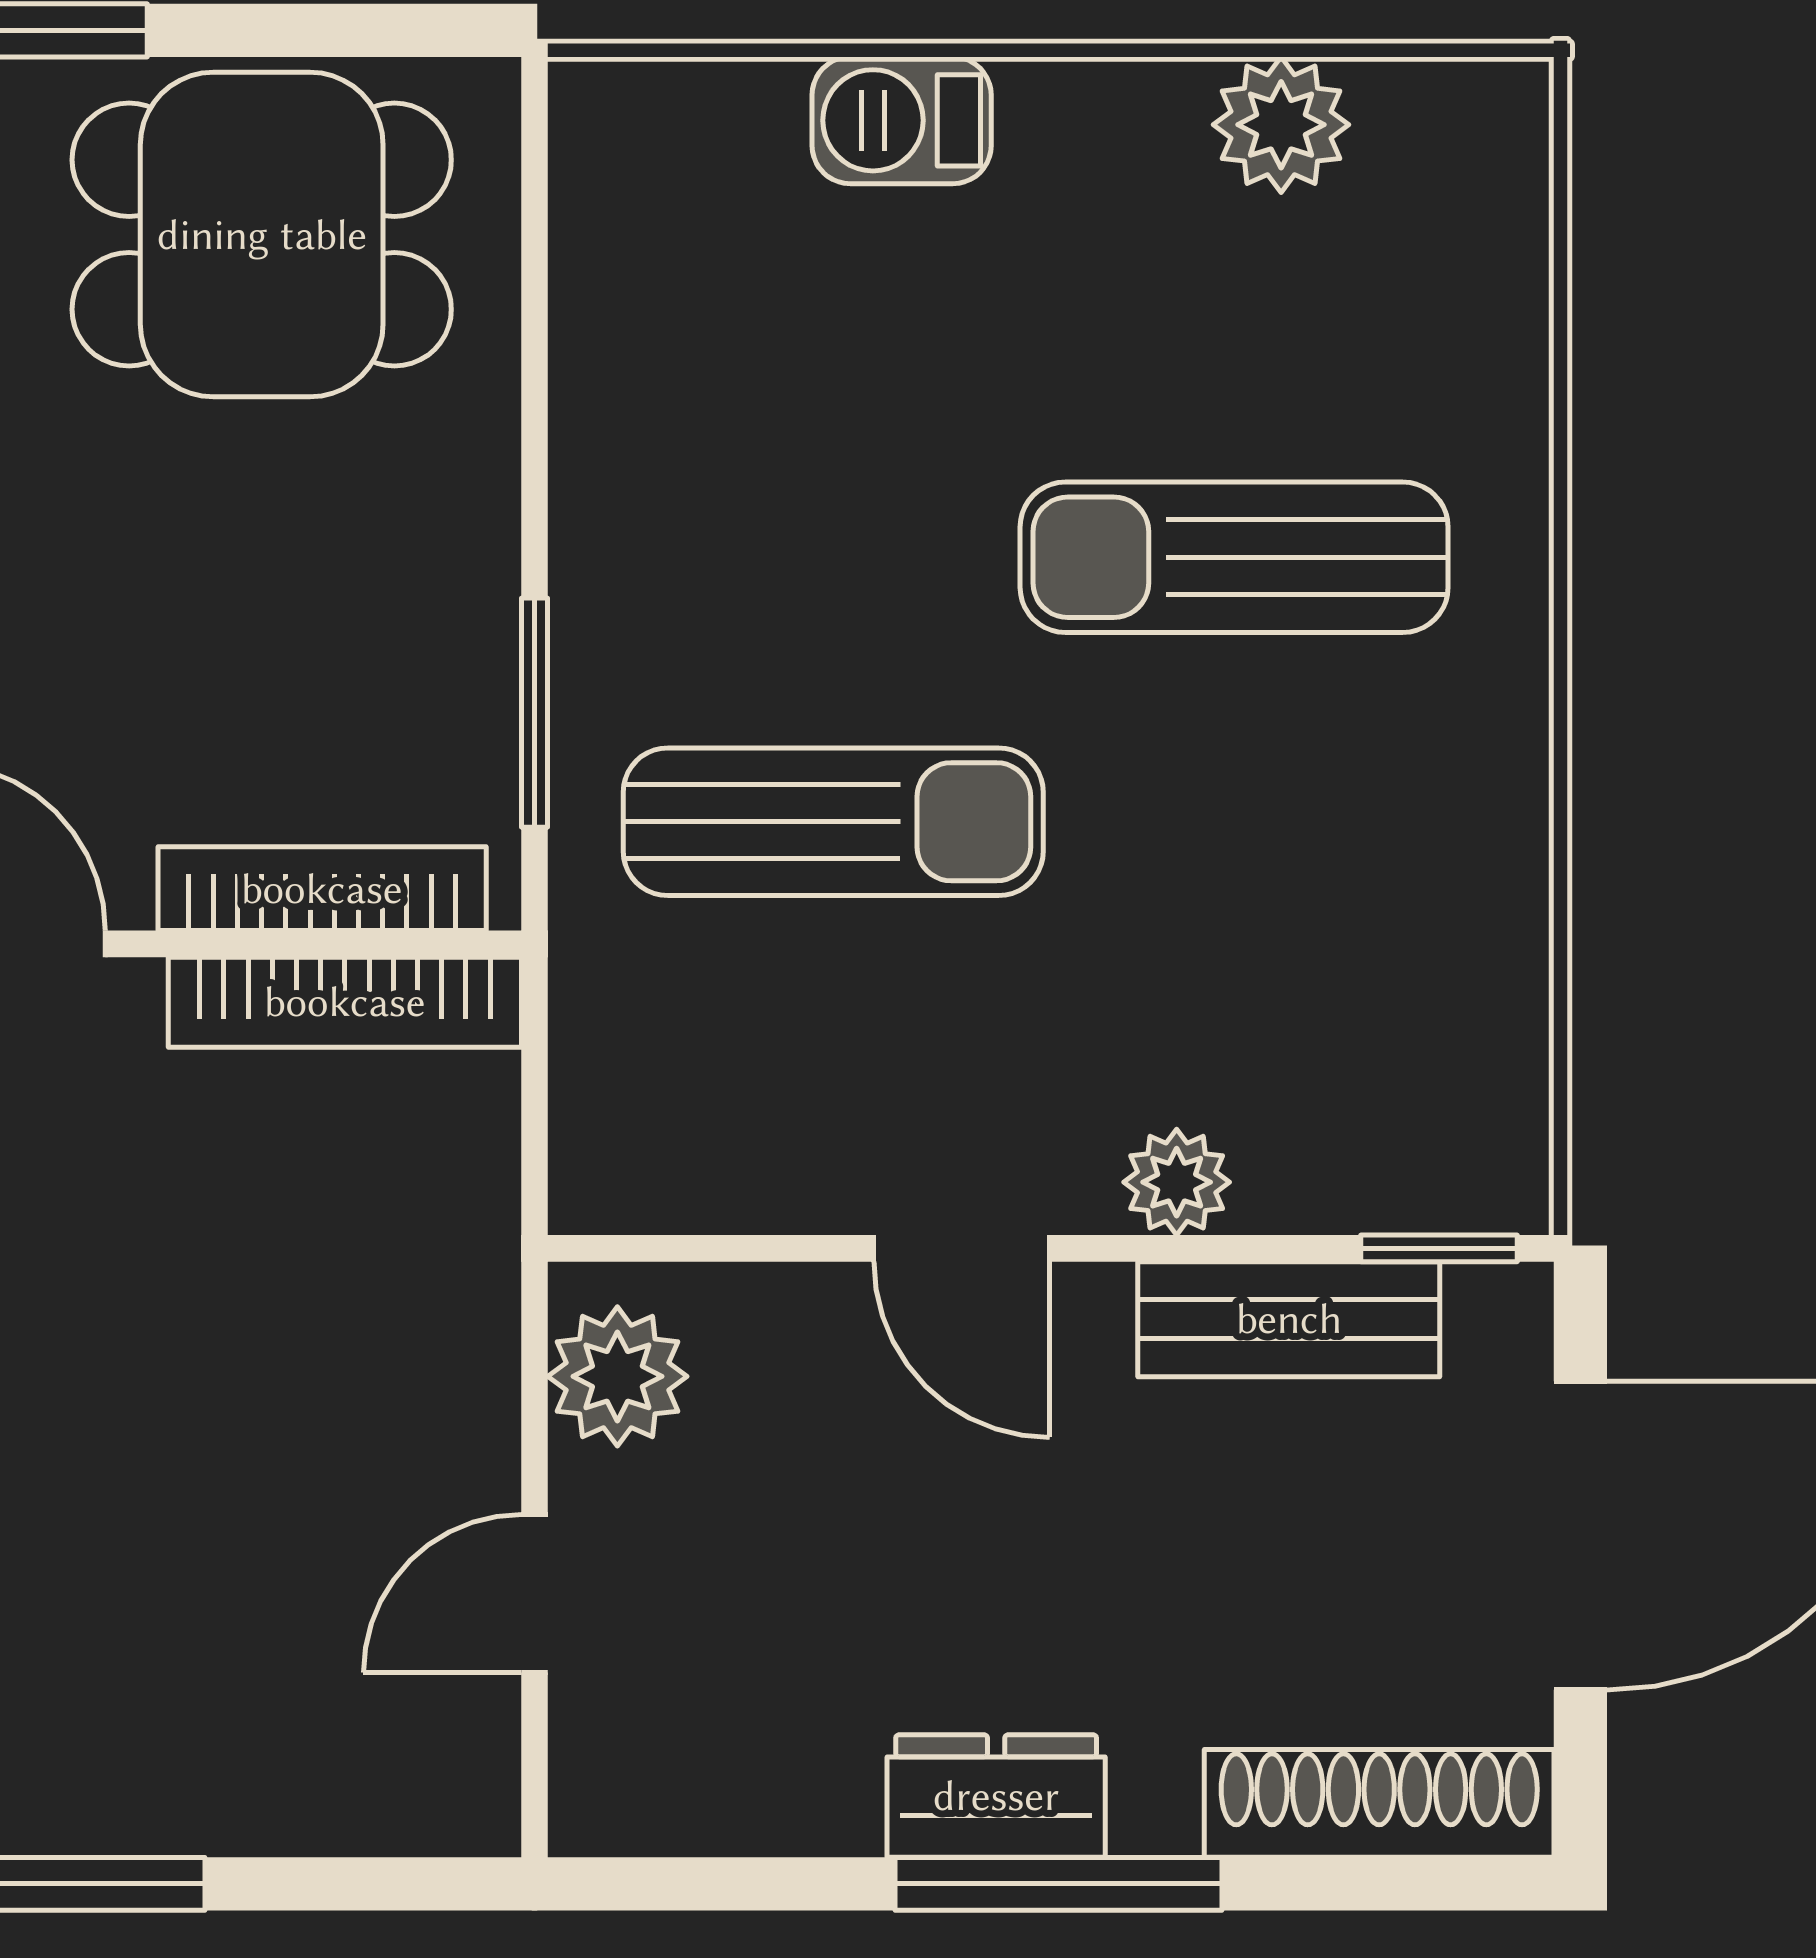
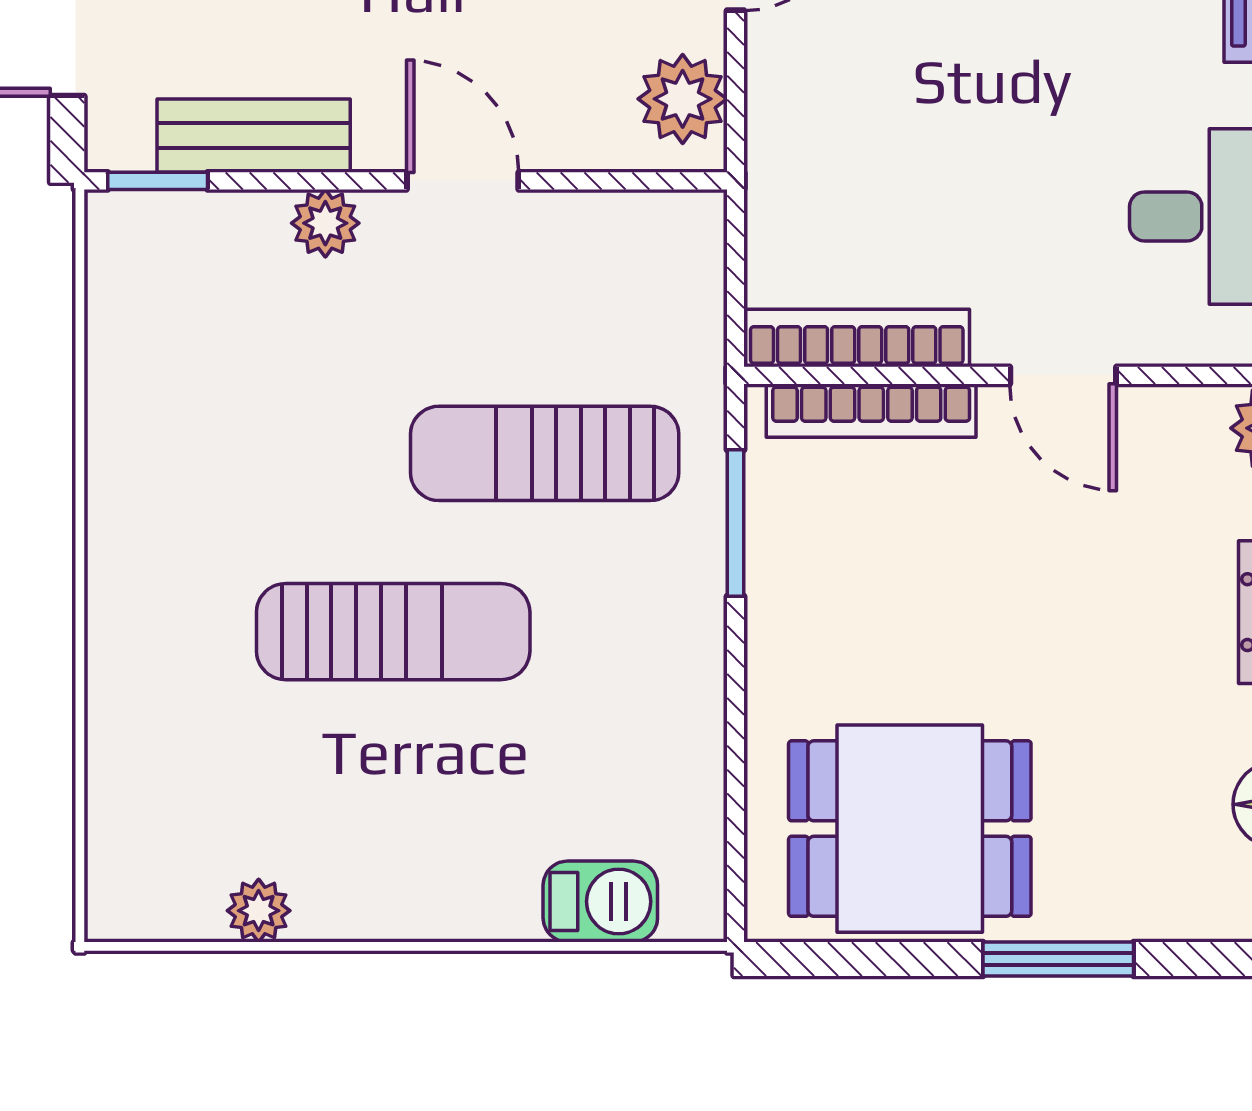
barbecue: (902, 120) -> (600, 902), moved
plant: (1281, 125) -> (259, 911), width x0.73, depth x0.73
sun lounger: (1234, 557) -> (393, 632), moved

